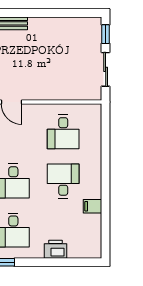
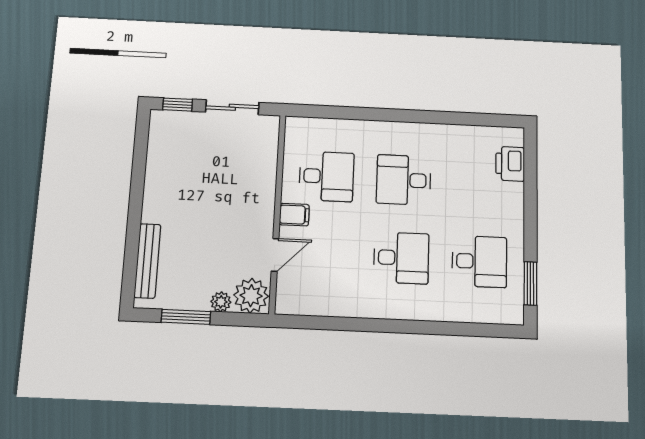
filing cabinet: (93, 206) -> (294, 215), moved, turned -90
printer: (55, 249) -> (510, 164), moved

